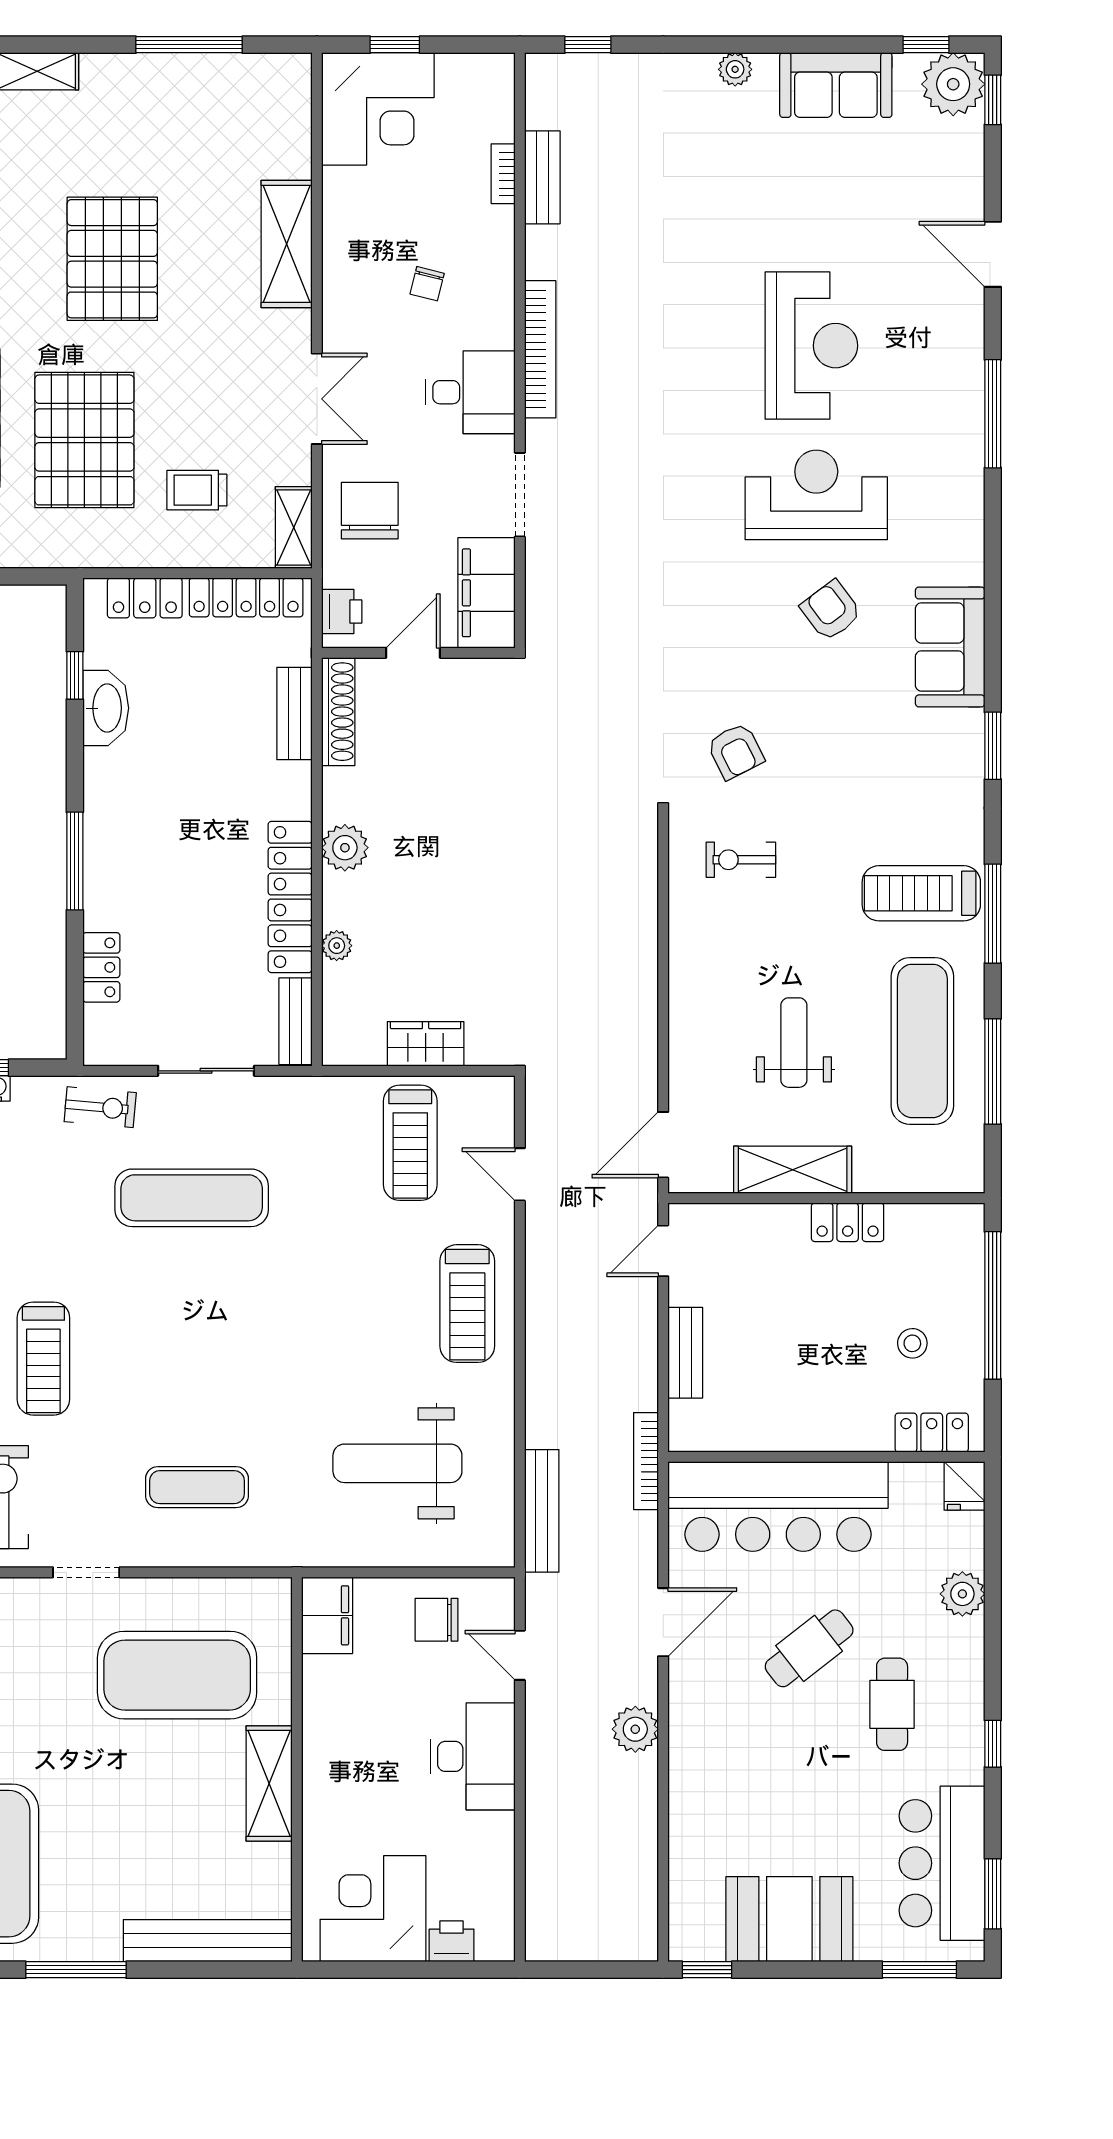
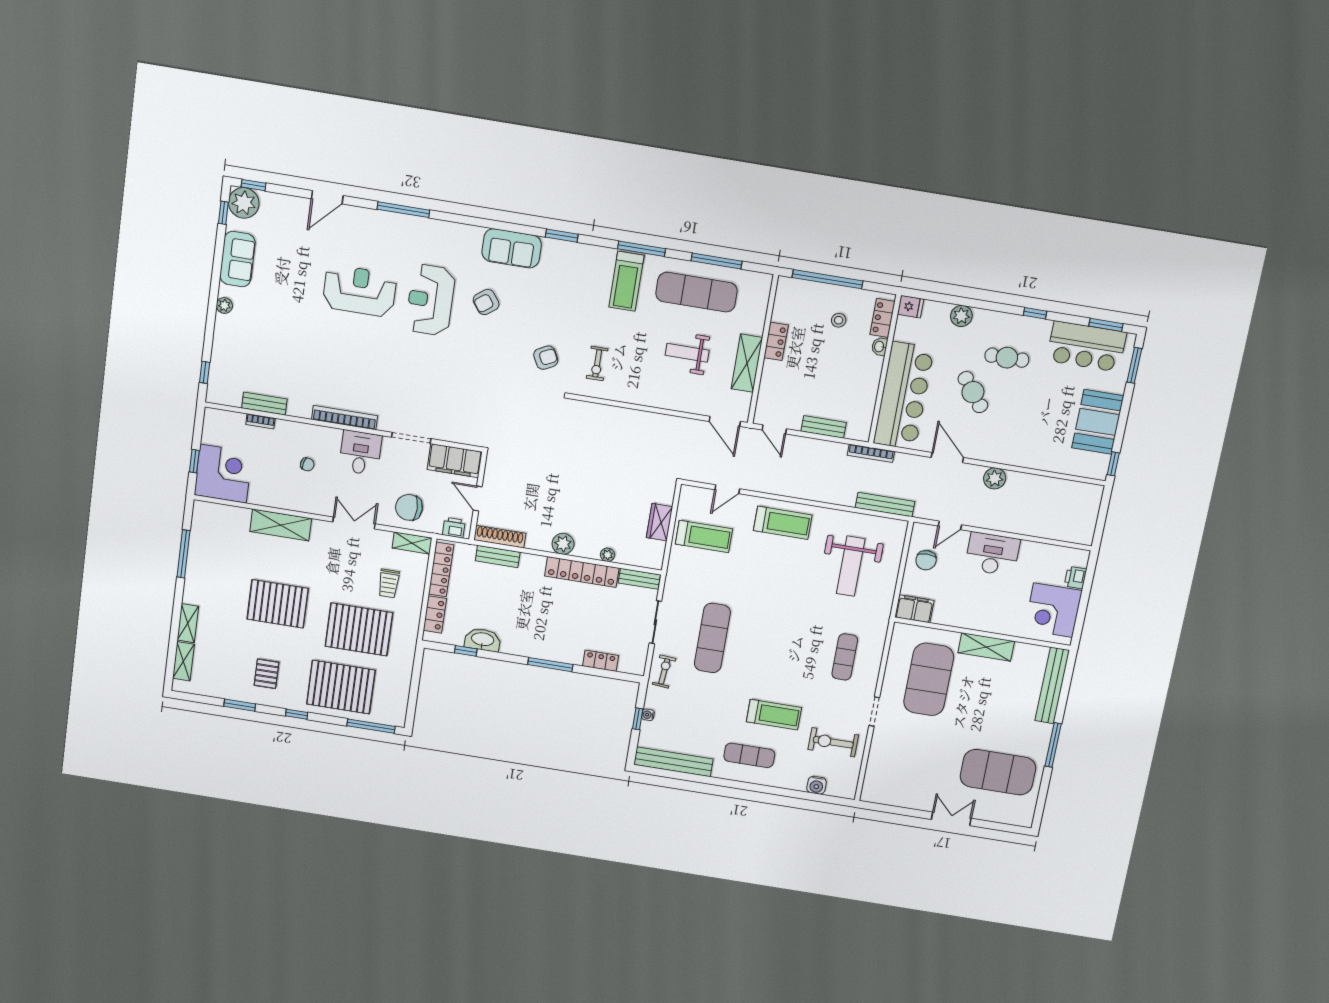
washbasin: (872, 1438) -> (879, 347), added

